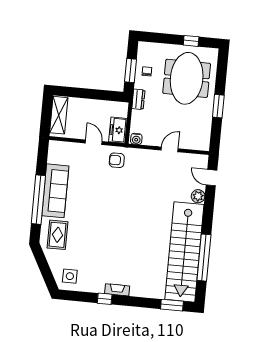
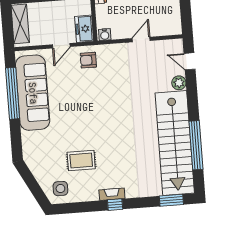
door: (94, 142) -> (61, 46), swing flipped
sofa: (55, 191) -> (33, 93), width x1.36, depth x1.27
window: (38, 200) -> (13, 93), moved
rug: (58, 235) -> (81, 161), moved, turned 90
window: (105, 299) -> (115, 205), moved

